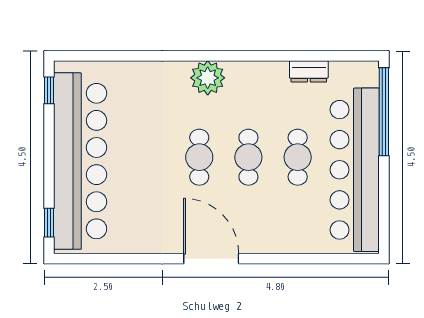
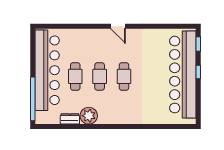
plant: (208, 78) -> (89, 116), moved
window: (49, 90) -> (198, 72), moved
door: (211, 259) -> (118, 26), width x0.53

